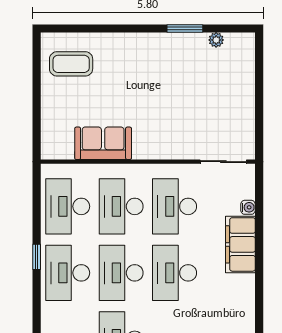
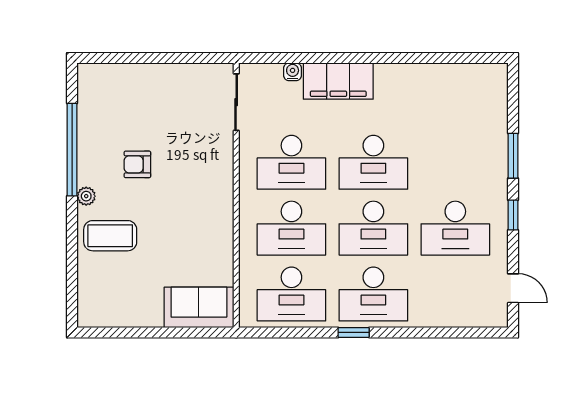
window: (185, 29) -> (72, 150), width x2.11
plant: (216, 40) -> (86, 196), moved
coffee table: (71, 64) -> (110, 236), moved, turned 90
armchair: (173, 81) -> (137, 164), added
sofa: (103, 143) -> (199, 307), moved, turned 90

